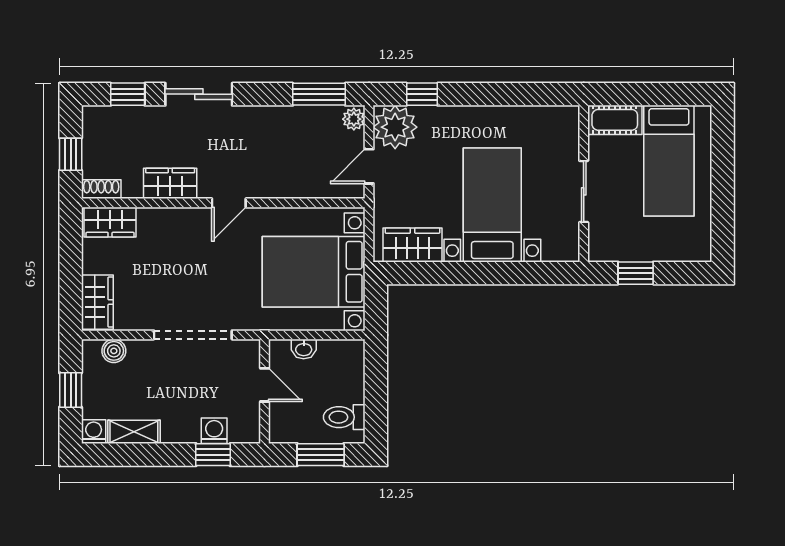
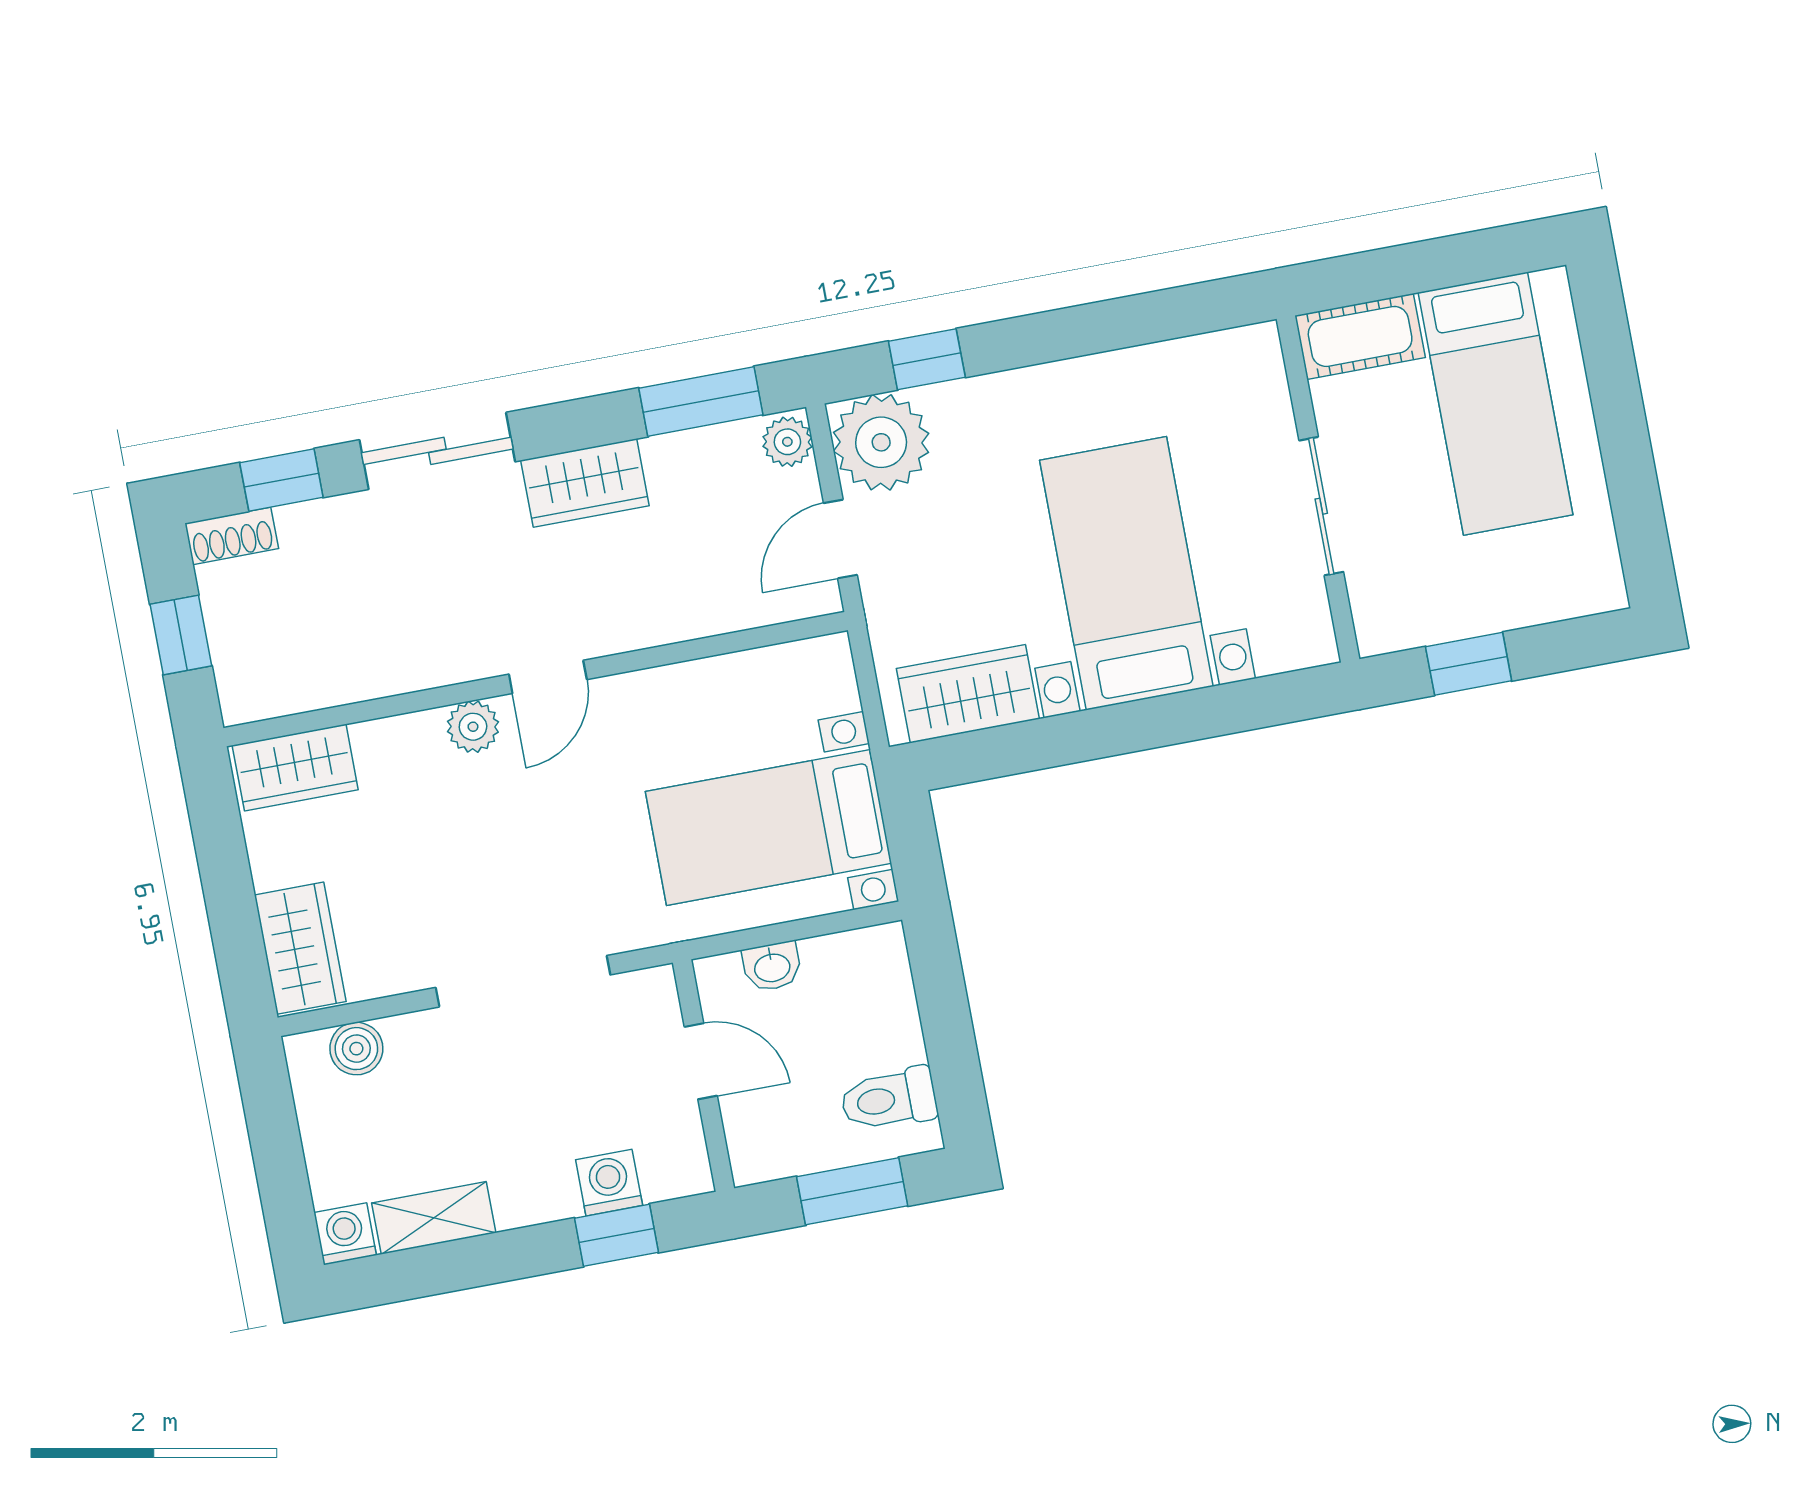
wardrobe: (170, 183) -> (585, 483), moved, turned 180
shoe rack: (101, 189) -> (232, 536), moved, turned 180
plant: (192, 219) -> (473, 727), added
bed with nightstands: (314, 272) -> (768, 827), width x0.73
window: (71, 390) -> (278, 1152), removed

